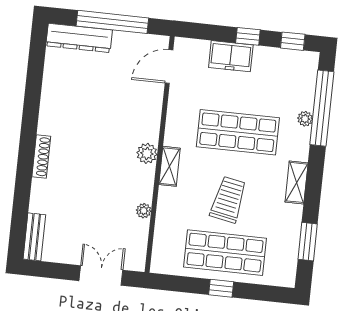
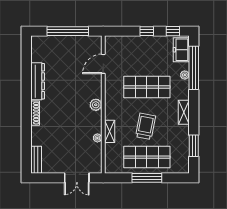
dresser: (79, 38) -> (38, 81), moved, turned -90
freezer: (231, 56) -> (181, 50), moved, turned 90
door: (169, 66) -> (103, 64), moved
shelving: (169, 166) -> (110, 131), moved
double door: (101, 275) -> (77, 178), swing flipped
window: (221, 288) -> (147, 178), width x2.17

